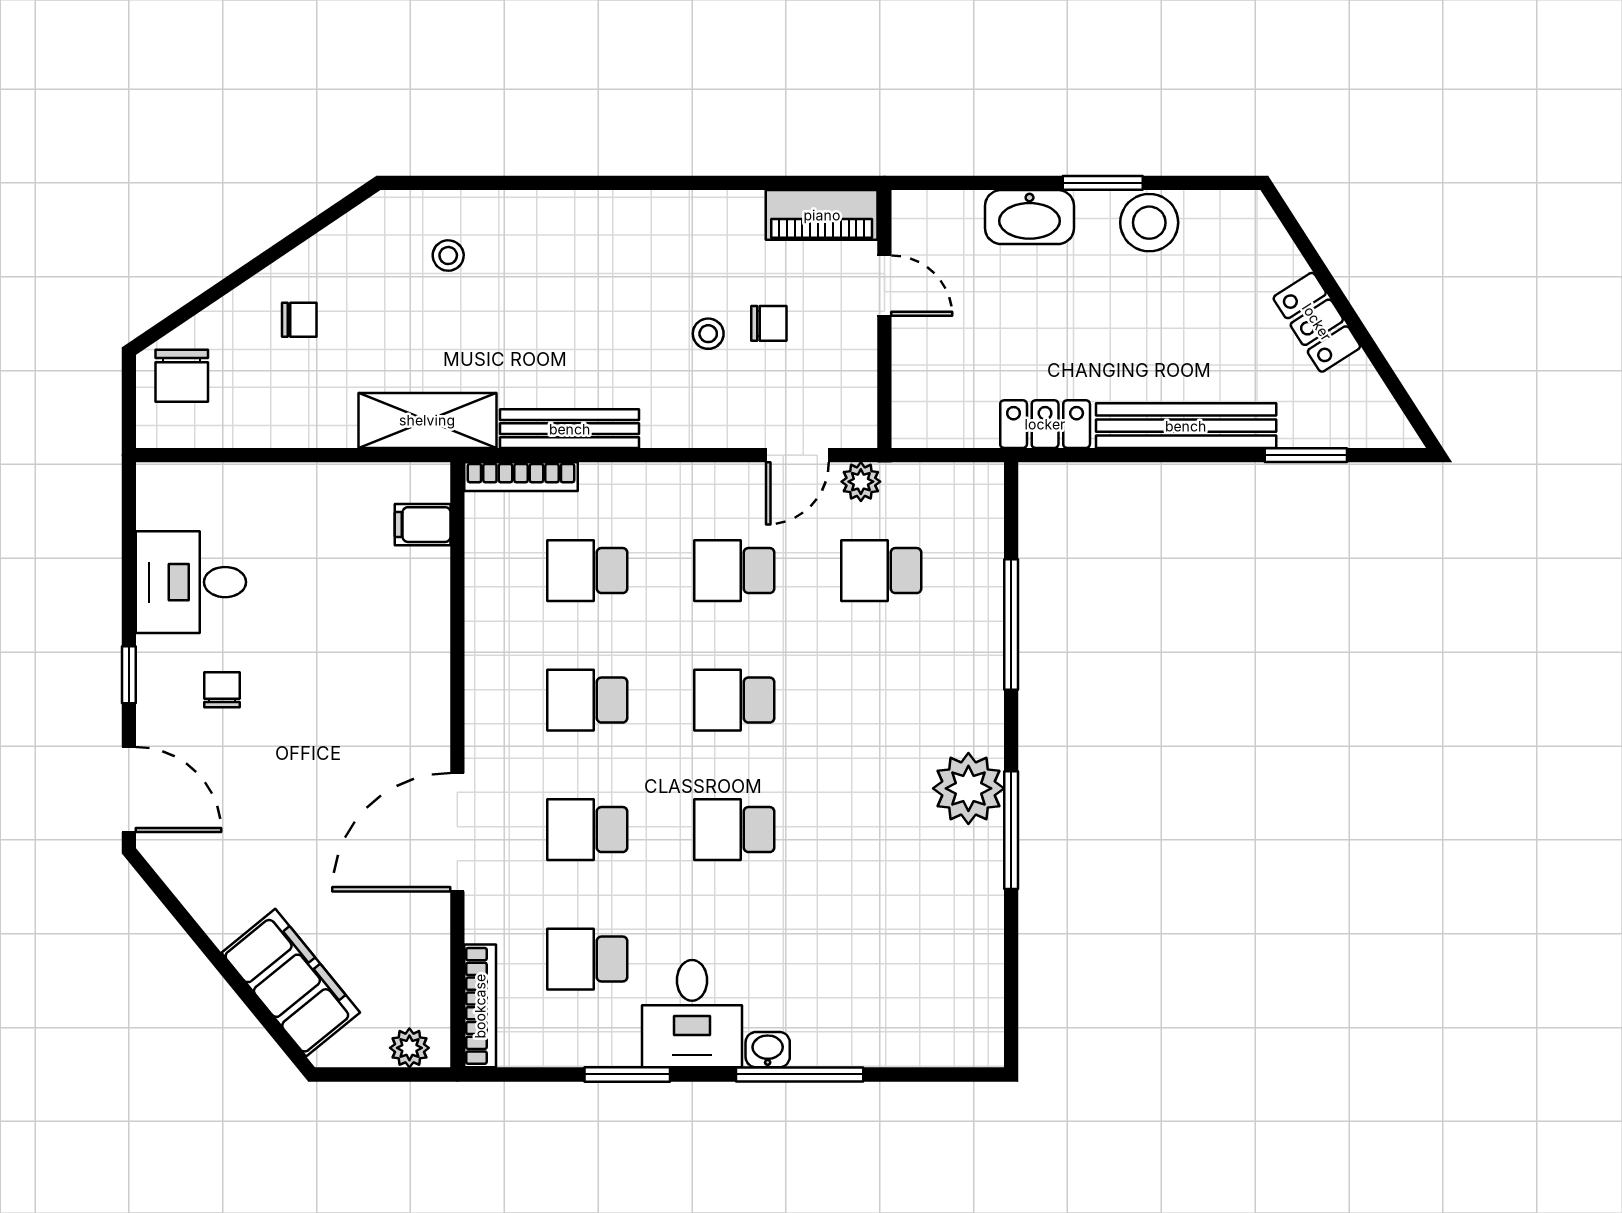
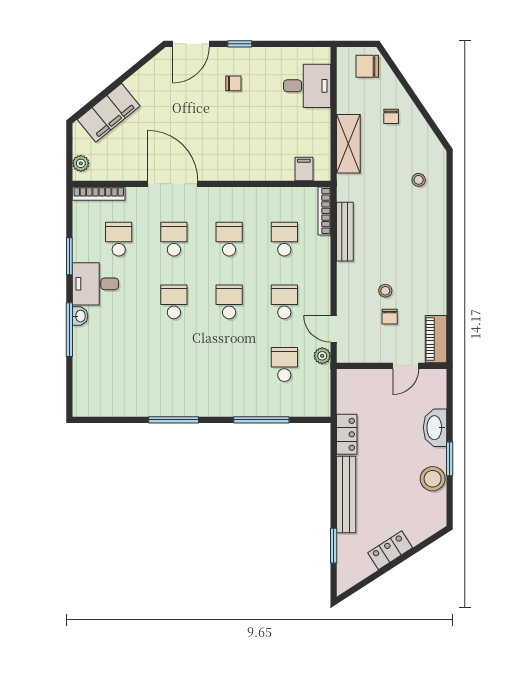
shelving: (427, 420) -> (348, 144), moved
desk: (191, 582) -> (307, 86), moved, turned 90
plant: (968, 788) -> (191, 402), removed

